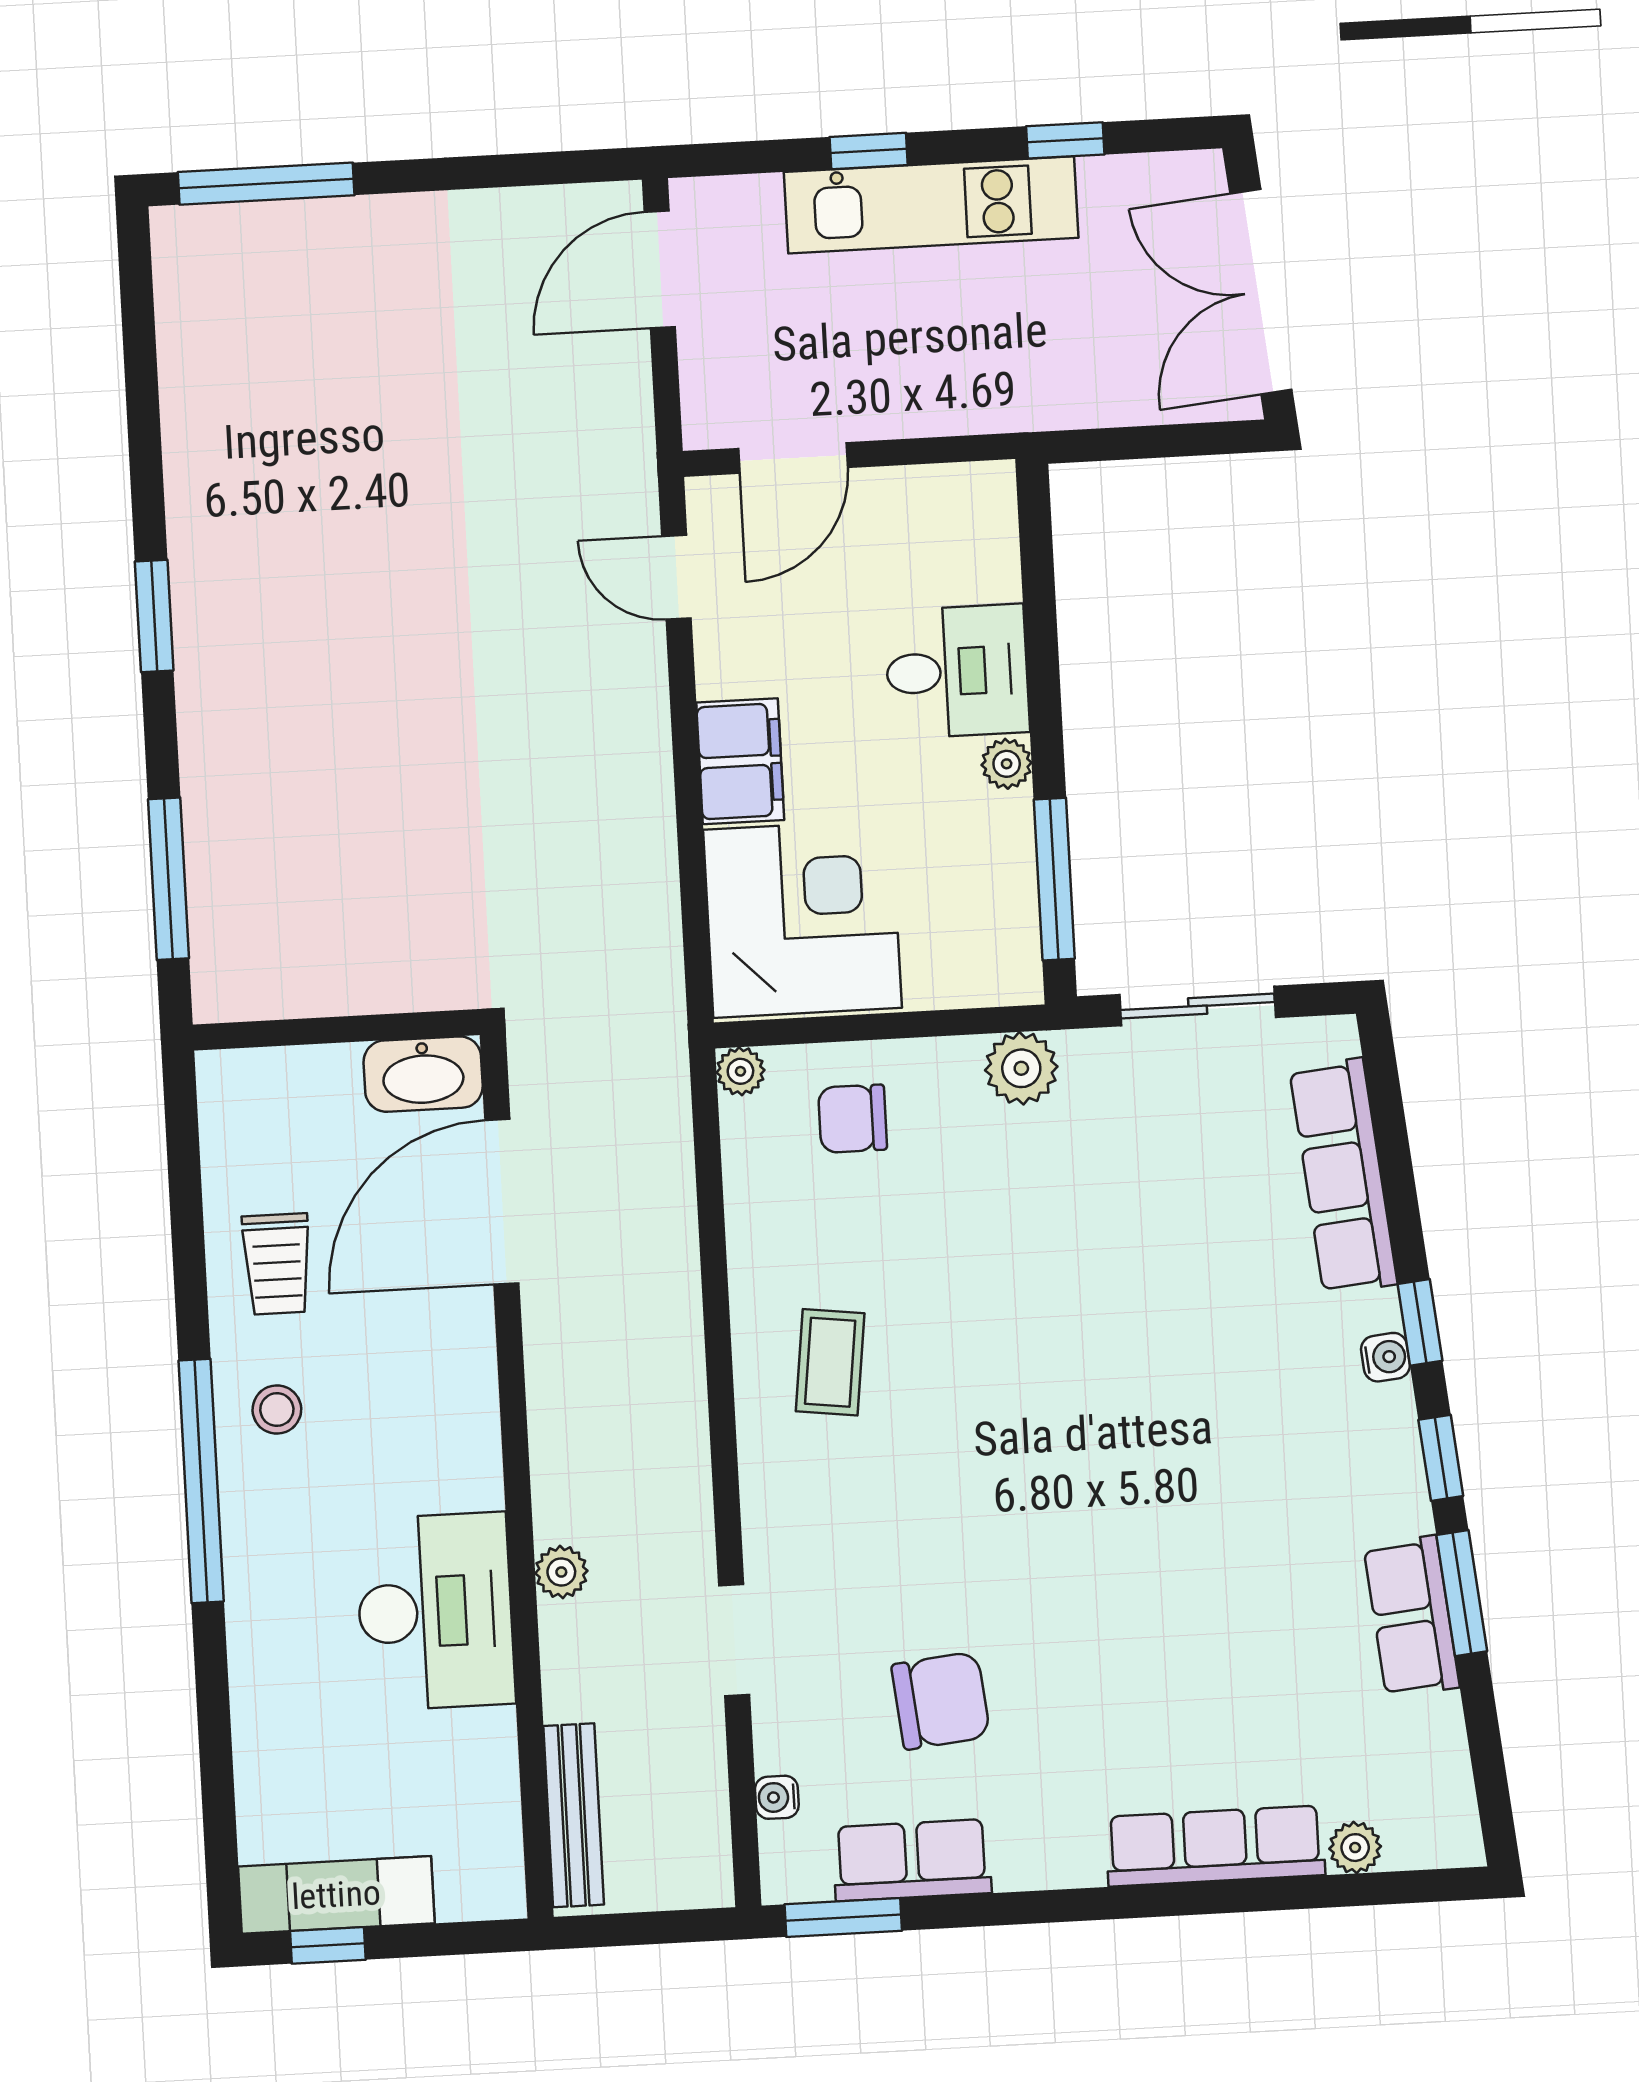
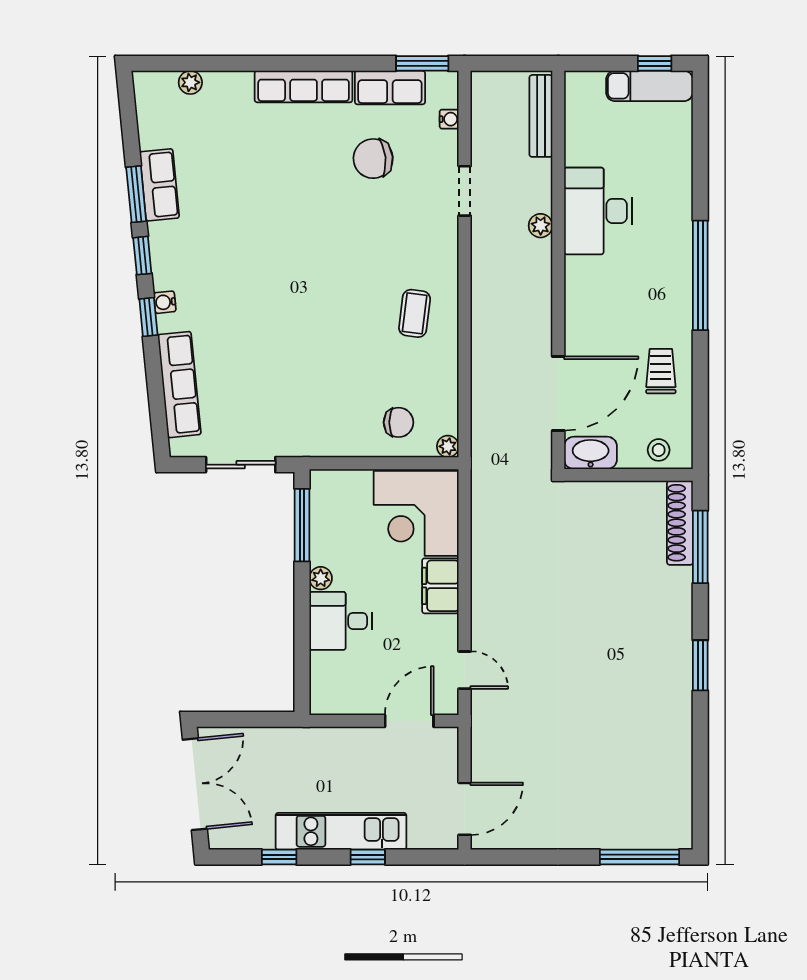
shoe rack: (216, 930) -> (680, 523), added
plant: (1021, 1068) -> (321, 441), removed
stool: (277, 1410) -> (659, 450), moved
row of seats: (1215, 1846) -> (304, 87), moved

